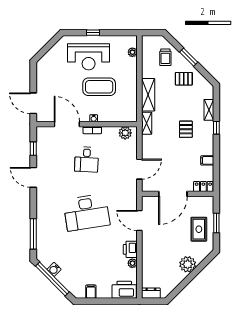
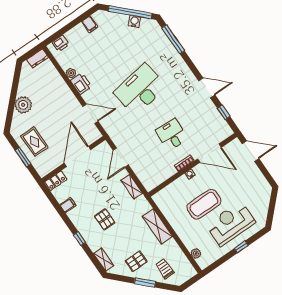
shelving: (209, 110) -> (104, 260), moved
shelving: (147, 123) -> (132, 187), moved
plant: (125, 133) -> (154, 180), removed
printer: (124, 290) -> (61, 43), width x0.53, depth x0.68

